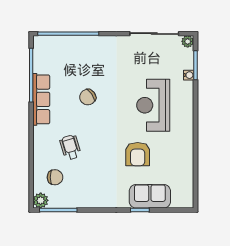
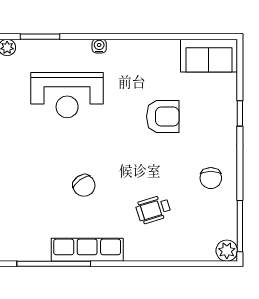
water cooler: (189, 75) -> (99, 46), moved
reception desk: (153, 105) -> (67, 95), moved
chair: (55, 177) -> (211, 178), moved, turned 180
sofa: (150, 196) -> (209, 56), moved, turned -90

